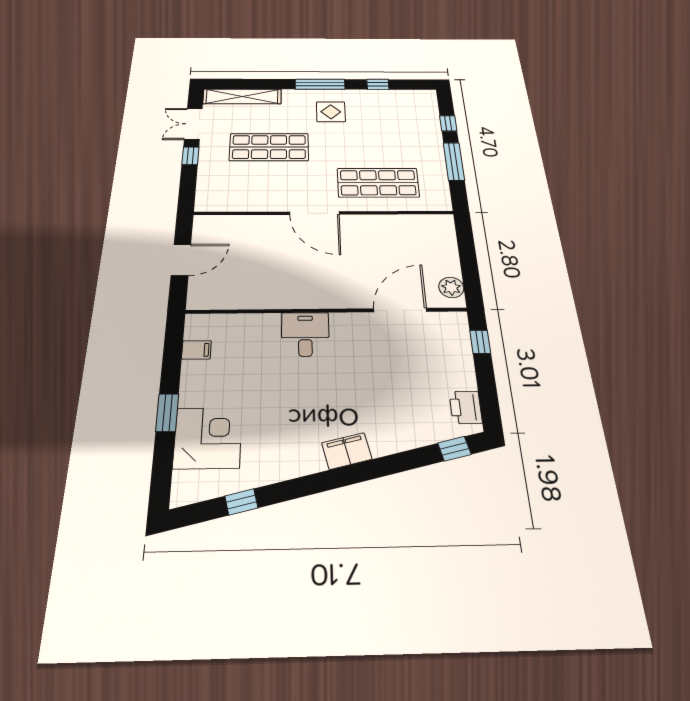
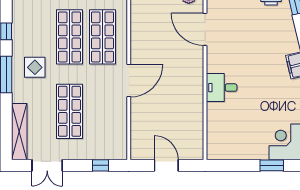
shop shelf: (375, 147) -> (69, 37), added
window: (190, 156) -> (100, 165), moved
filing cabinet: (196, 350) -> (232, 152), removed

